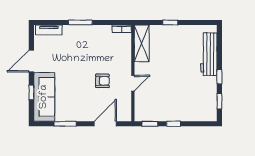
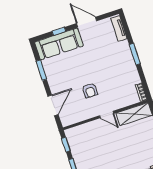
door: (133, 83) -> (107, 115), moved
door: (105, 124) -> (53, 105), hinge flipped

